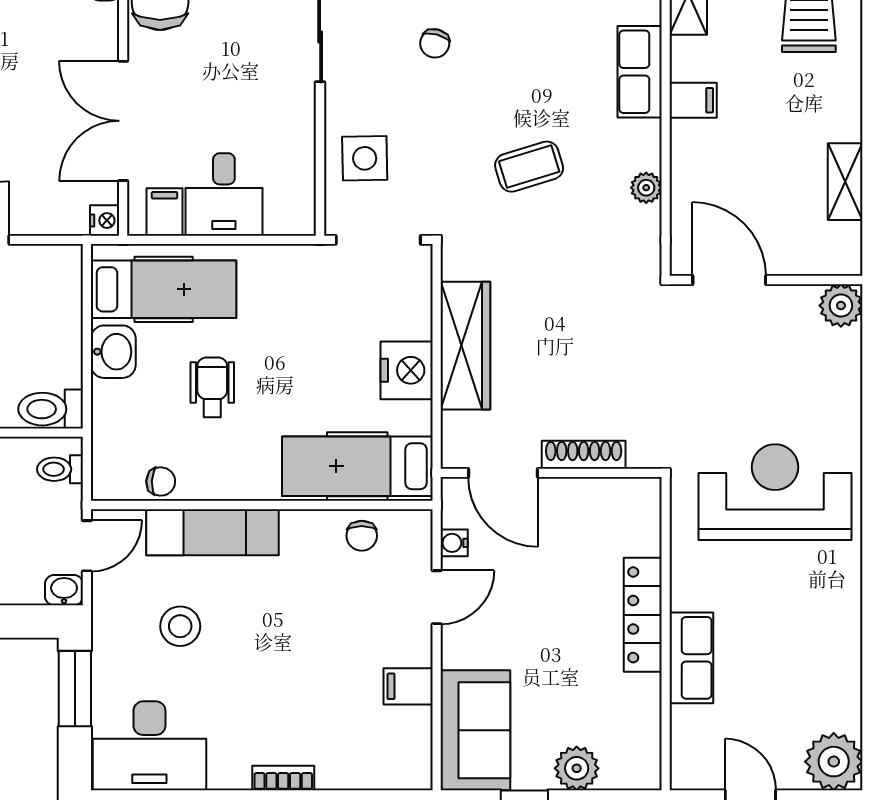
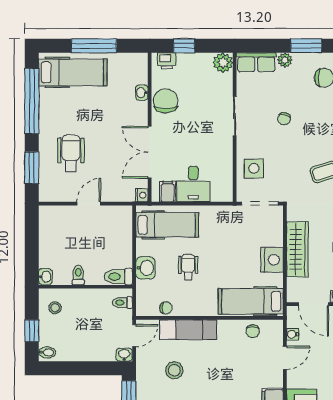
washbasin: (113, 352) -> (145, 268), moved

